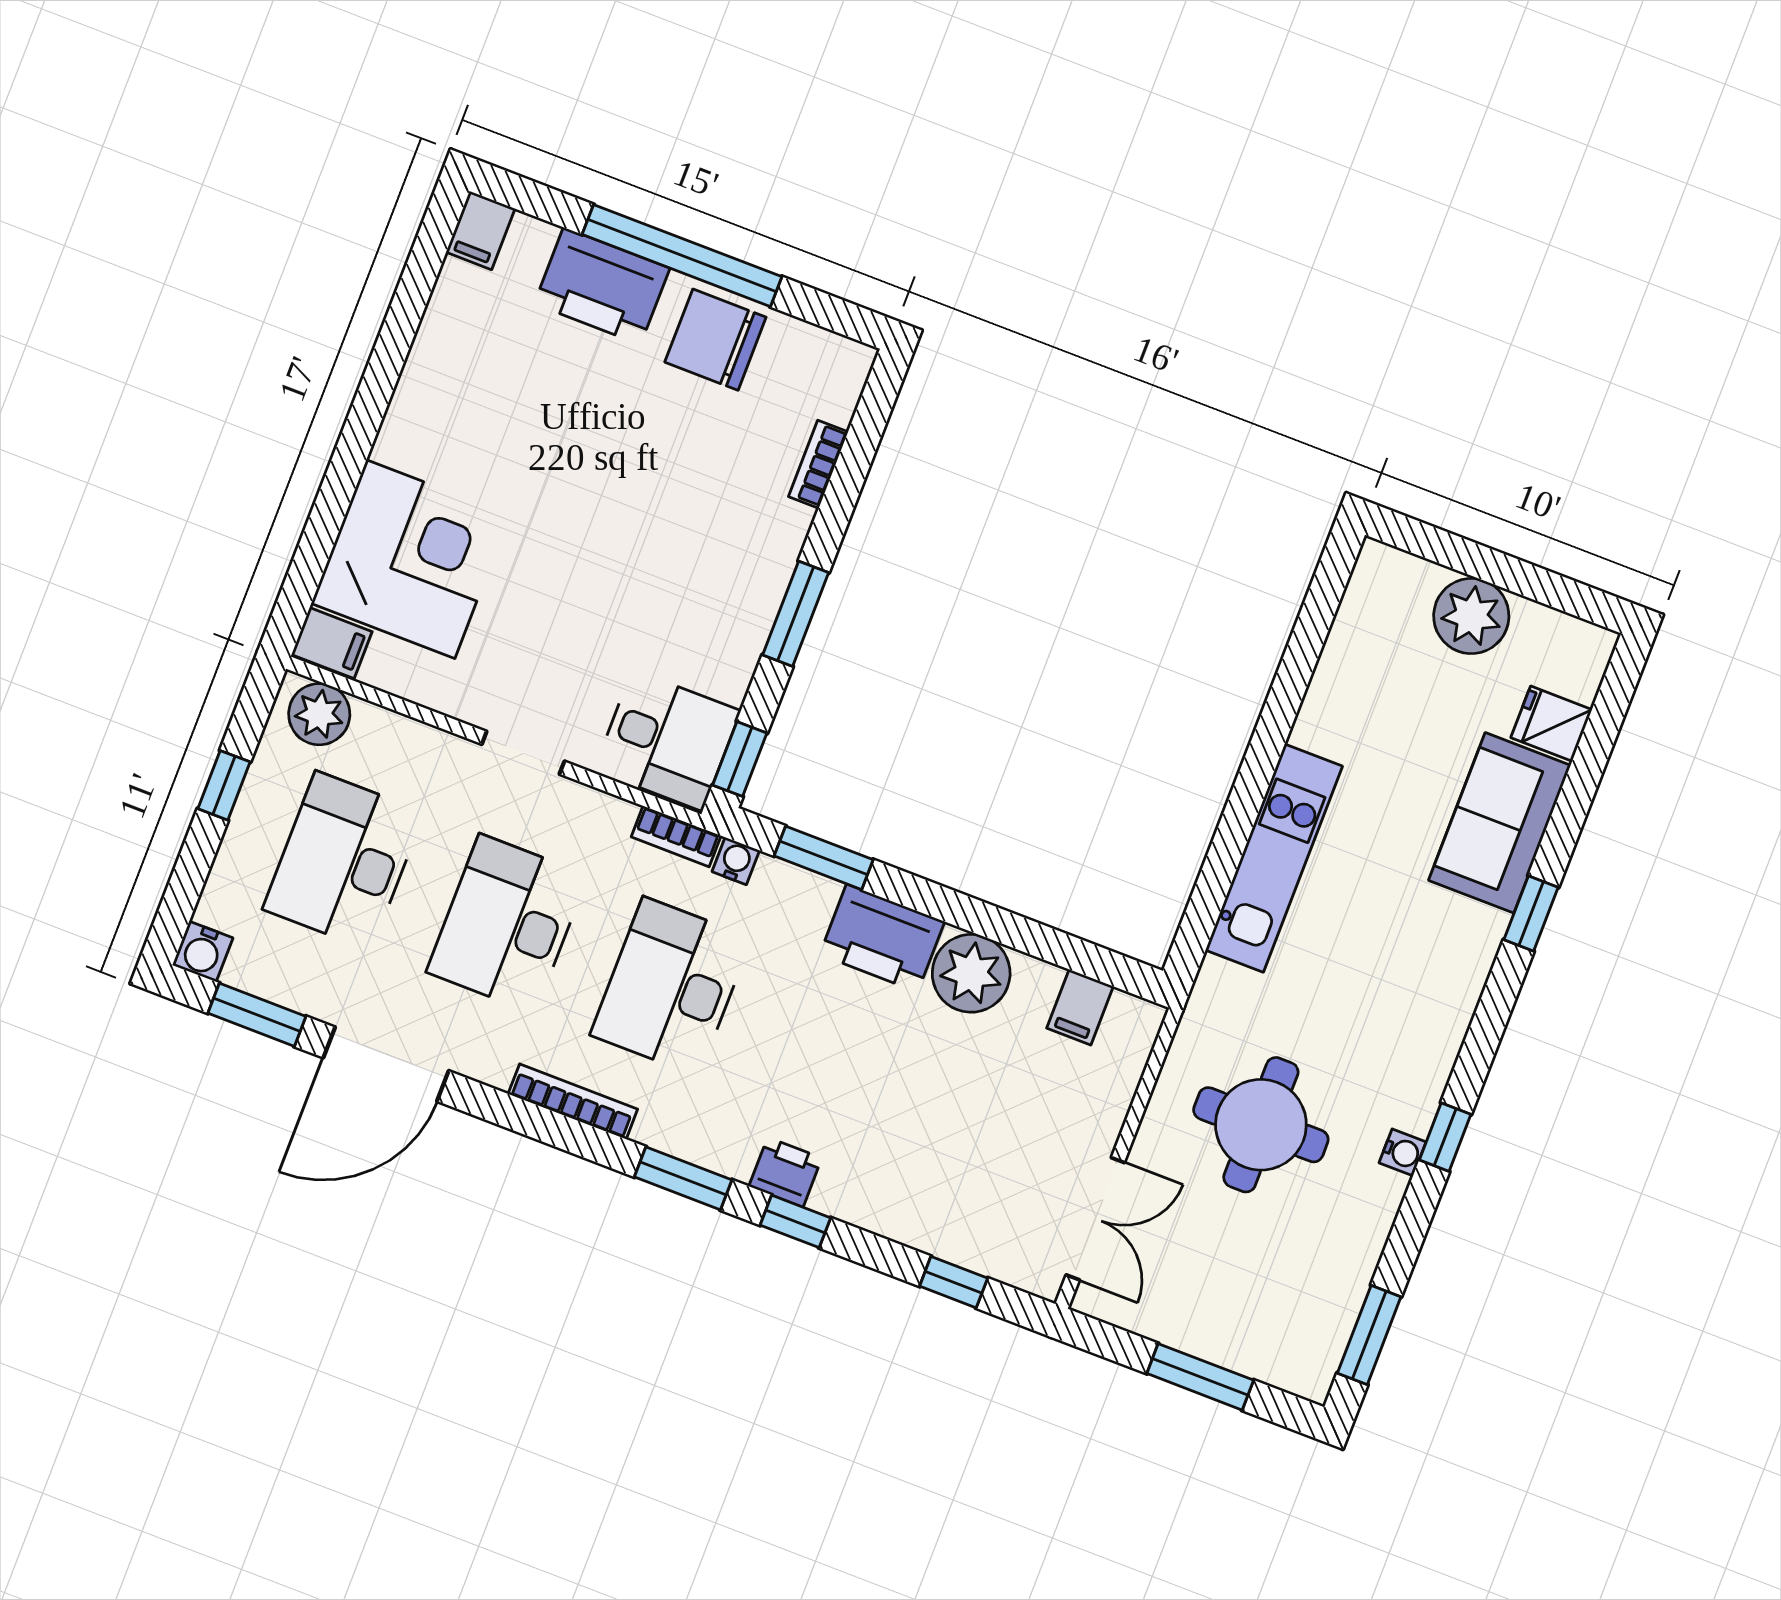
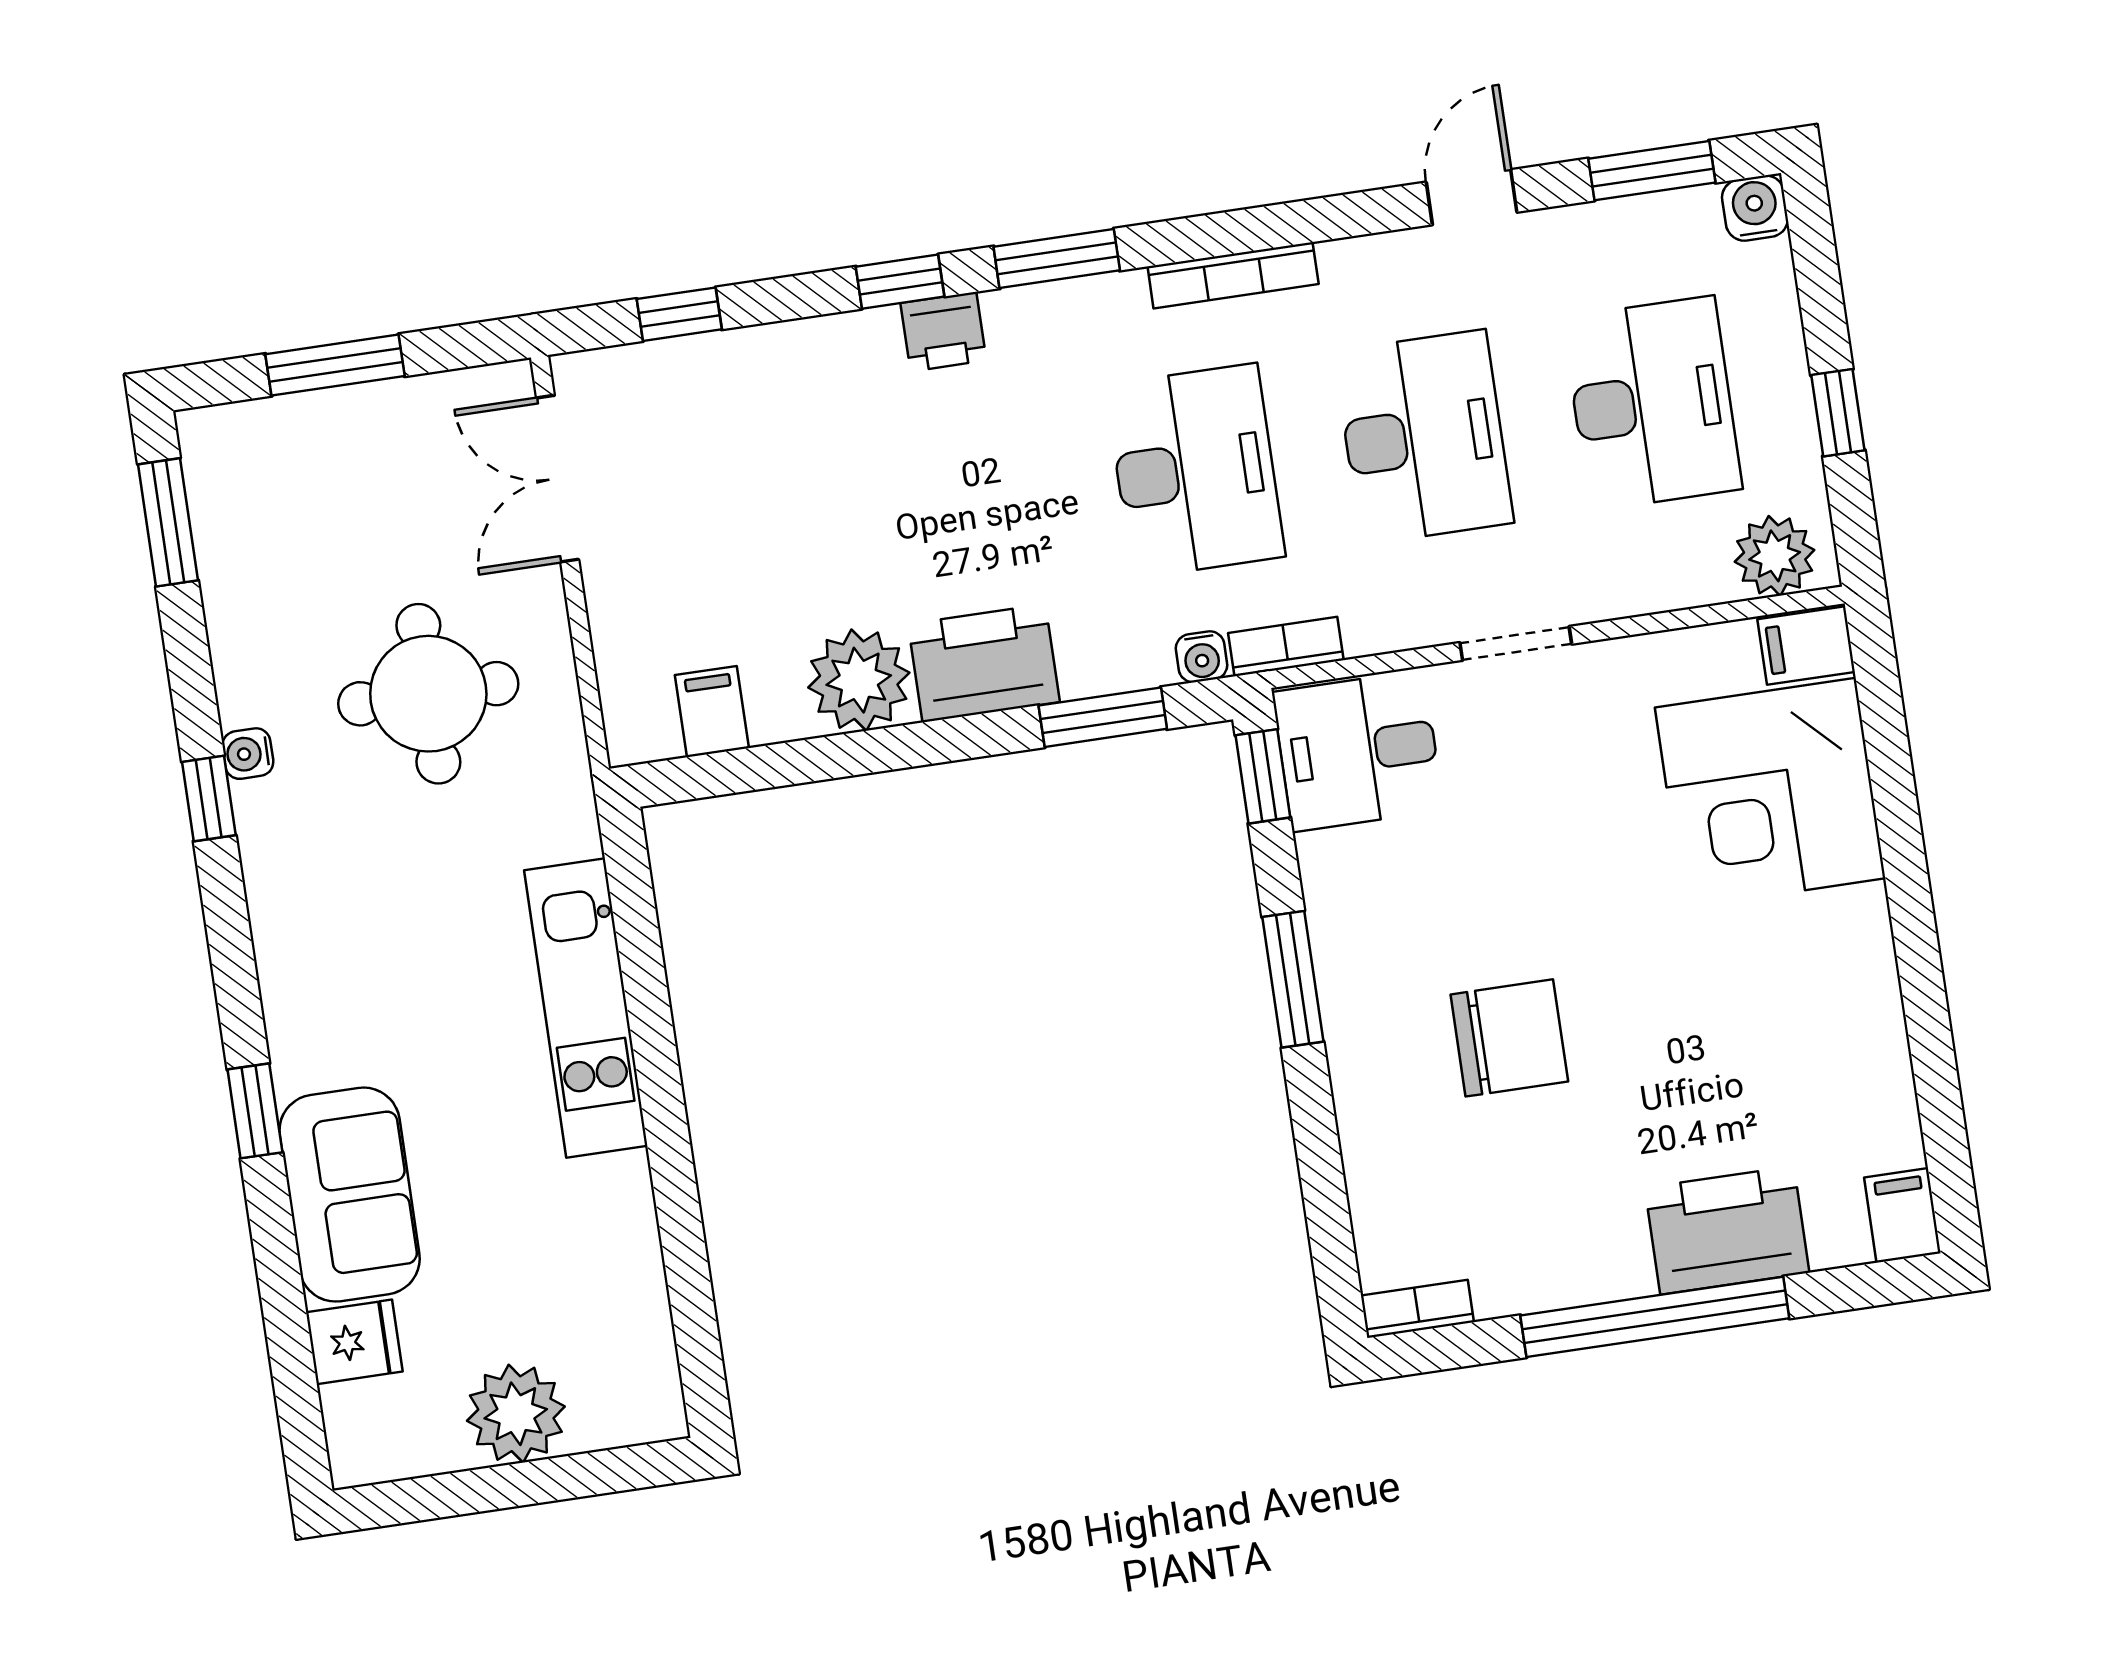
chair: (715, 340) -> (1509, 1038), moved
bookcase: (818, 464) -> (1417, 1309), moved, turned -90
door: (386, 1064) -> (1472, 197), width x0.53

